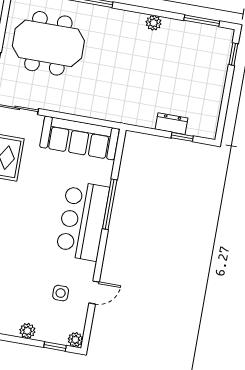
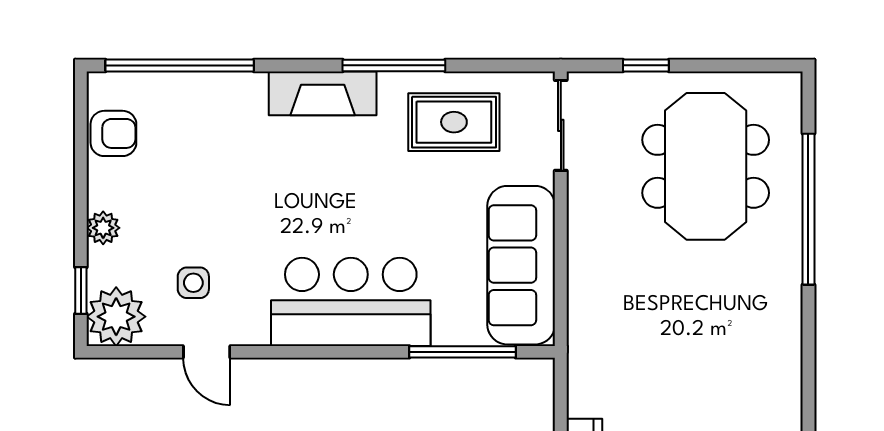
plant: (154, 23) -> (786, 377), removed
window: (110, 204) -> (463, 352), moved
plant: (75, 340) -> (116, 317), width x1.87, depth x1.87

